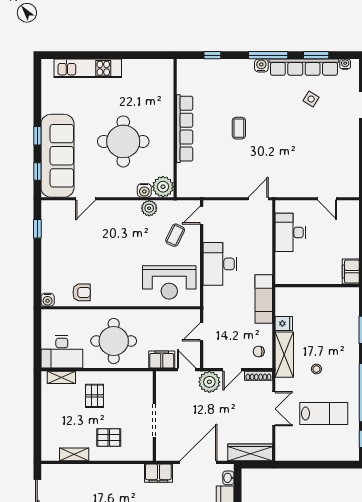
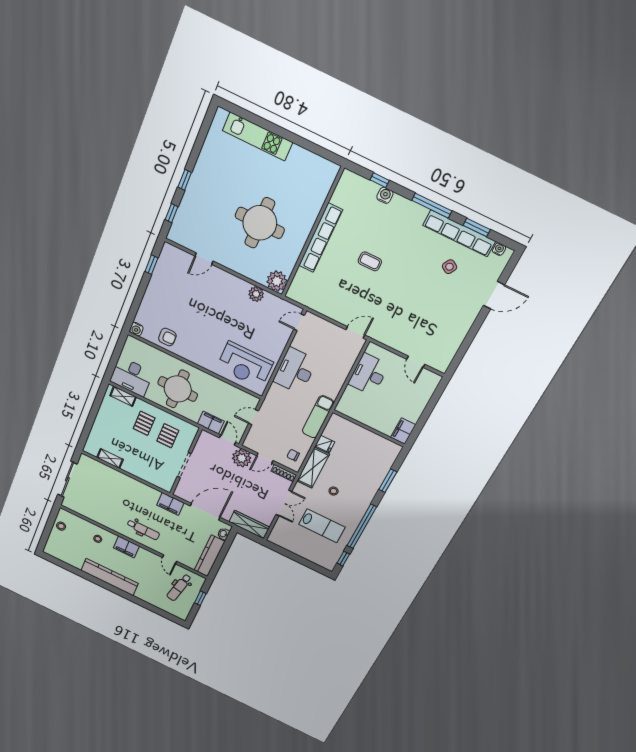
water cooler: (261, 65) -> (385, 195), moved
coffee table: (239, 128) -> (370, 261), turned 90
sofa: (57, 156) -> (195, 207), removed
water cooler: (144, 190) -> (259, 276), removed
coffee table: (175, 235) -> (268, 328), removed
pallet: (109, 438) -> (168, 436), moved, turned 90

